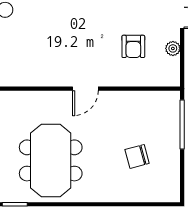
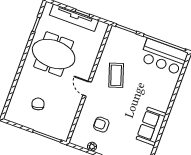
coffee table: (48, 51) -> (116, 75), added

